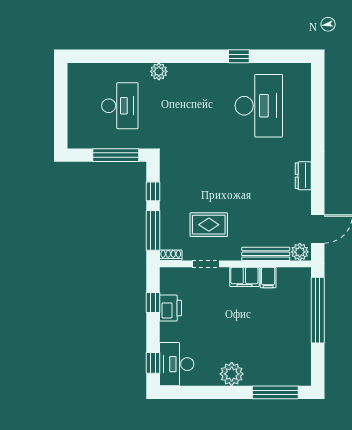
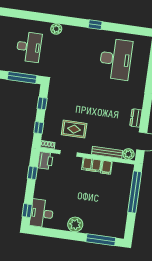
window: (239, 56) -> (95, 25), moved
dresser: (303, 176) -> (136, 118), moved
window: (153, 230) -> (39, 128), width x0.46
printer: (171, 308) -> (45, 161), moved

